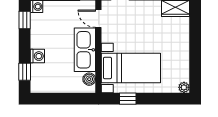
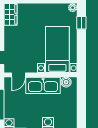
window: (128, 99) -> (81, 23), moved

